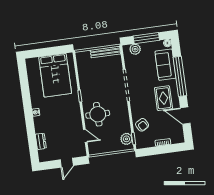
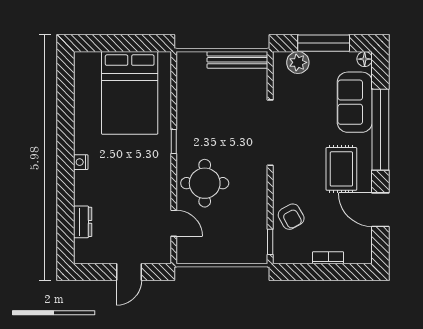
plant: (126, 139) -> (256, 241), removed

